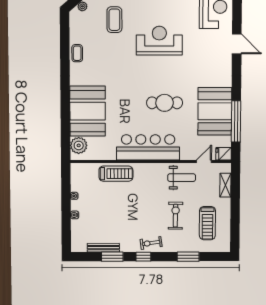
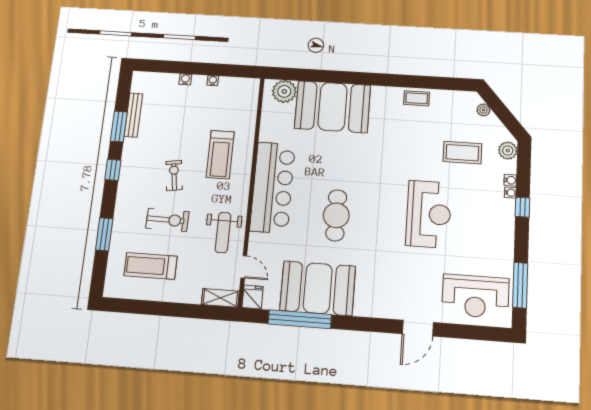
treadmill: (116, 174) -> (220, 155), moved
shelving: (225, 185) -> (220, 298), moved
exercise bike: (151, 243) -> (174, 175), moved

